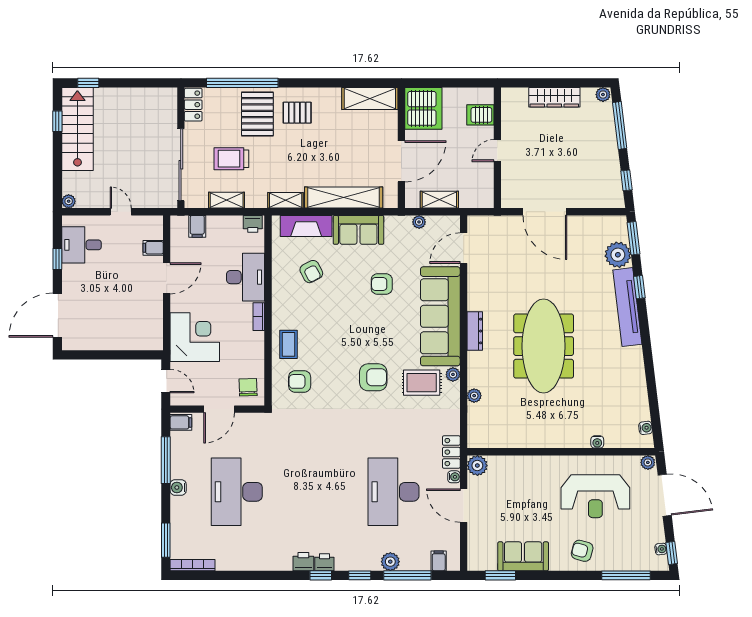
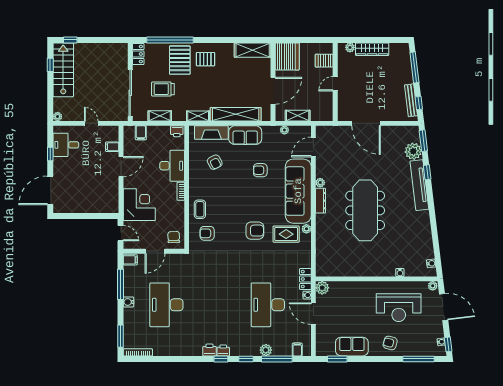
plant: (603, 95) -> (350, 47), moved
bench: (614, 176) -> (411, 100), added
plant: (474, 396) -> (320, 183), moved

